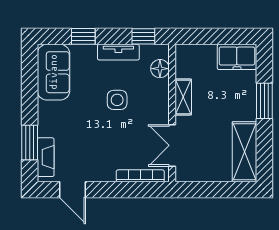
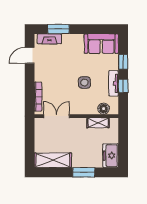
window: (143, 36) -> (123, 86), moved
shelving: (183, 97) -> (98, 123), moved

